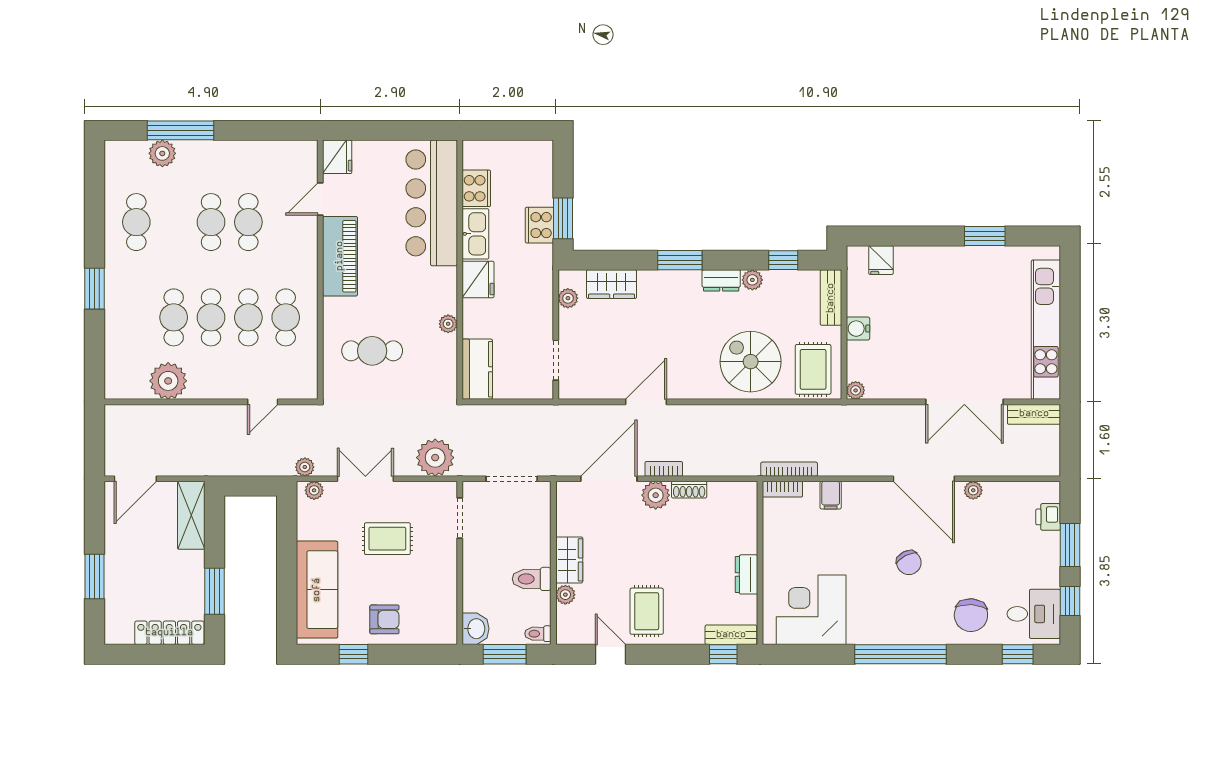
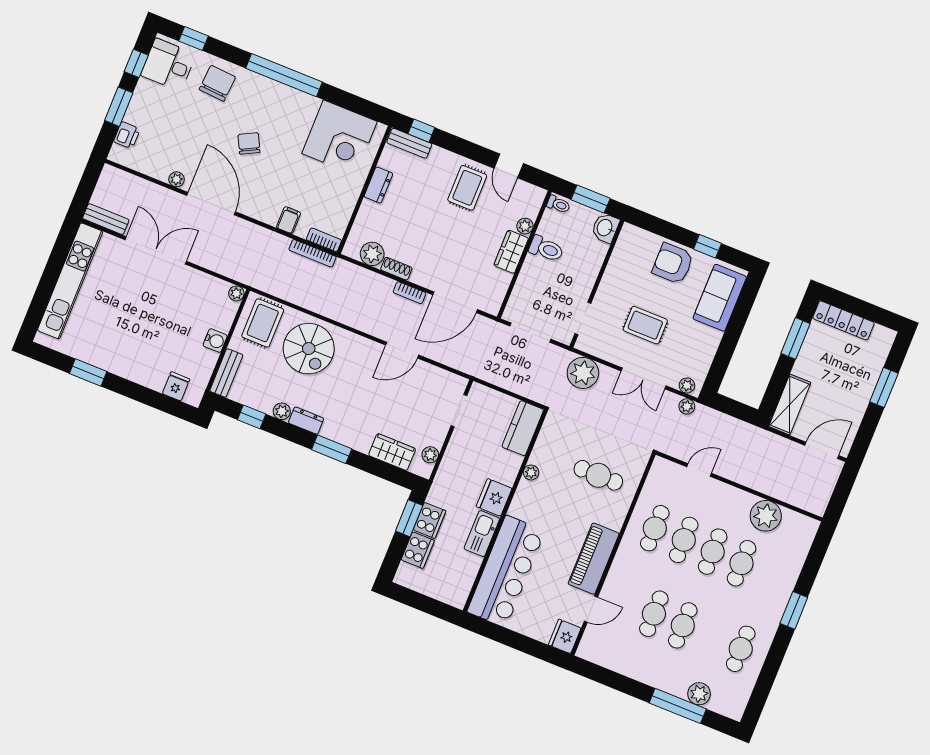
cooker: (476, 188) -> (418, 550), moved, turned 180
plant: (656, 495) -> (372, 254), moved
sofa: (317, 590) -> (720, 298), width x0.73
armchair: (384, 619) -> (673, 264), width x1.38, depth x1.38

